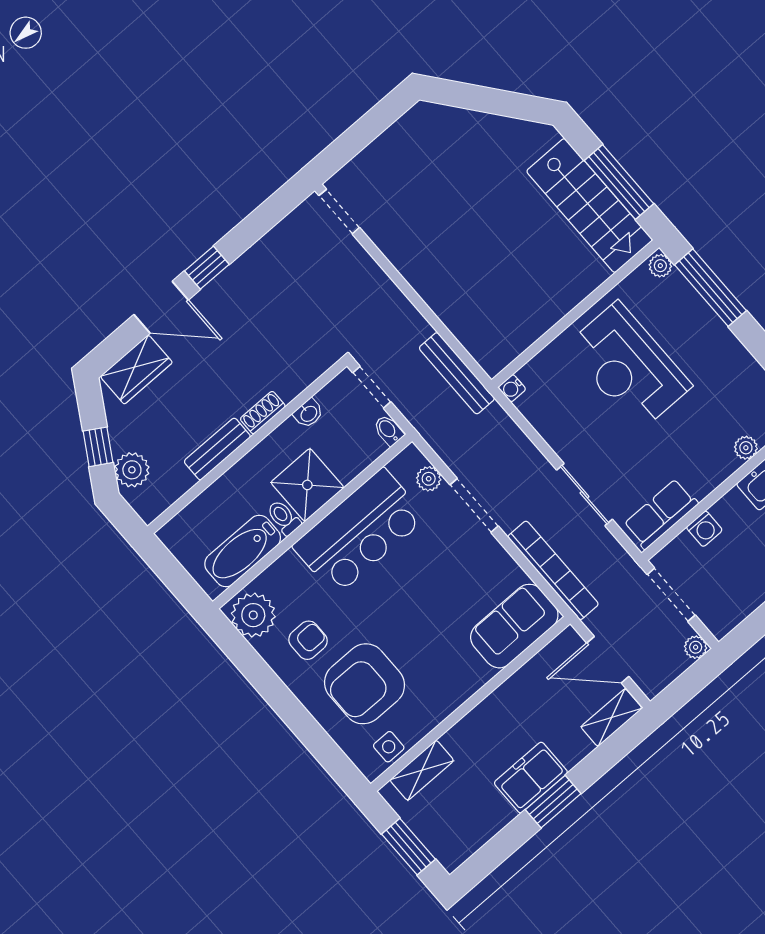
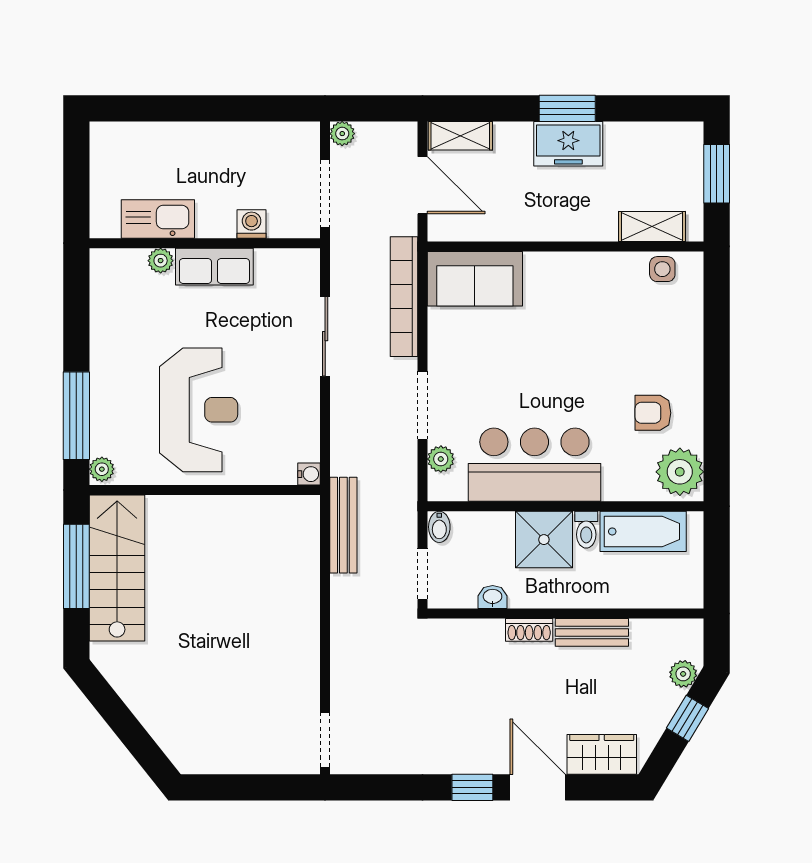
plant: (132, 470) -> (683, 674), width x0.73, depth x0.73
row of seats: (661, 514) -> (214, 267), moved
armchair: (365, 684) -> (638, 337), removed

